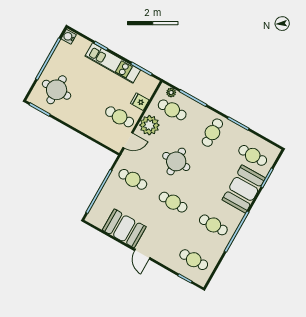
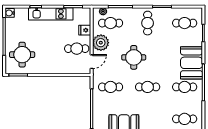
booth: (244, 189) -> (192, 63), moved

